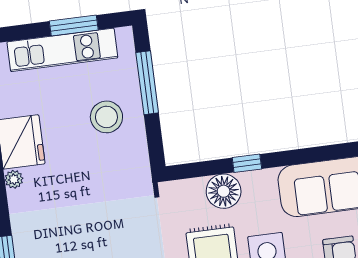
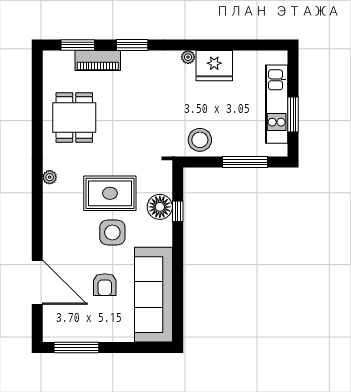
stool: (106, 117) -> (200, 140), moved
window: (247, 163) -> (178, 211), moved

